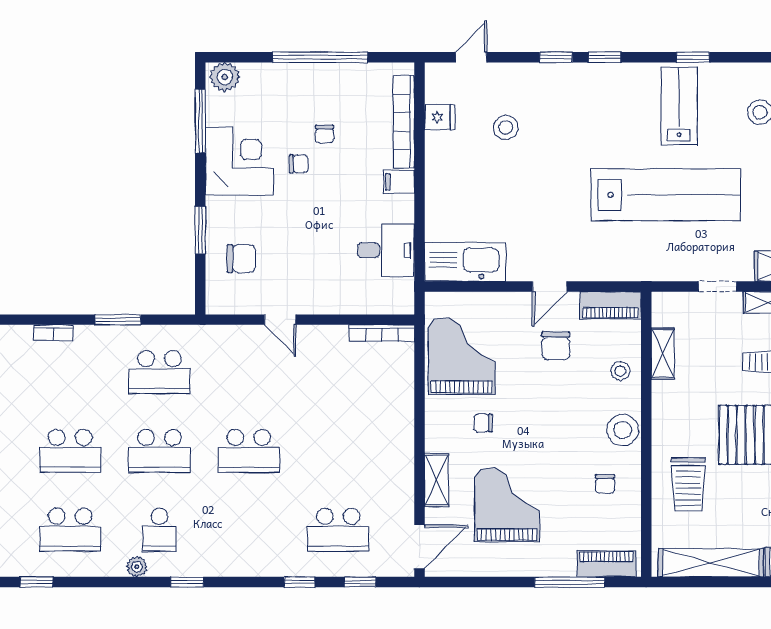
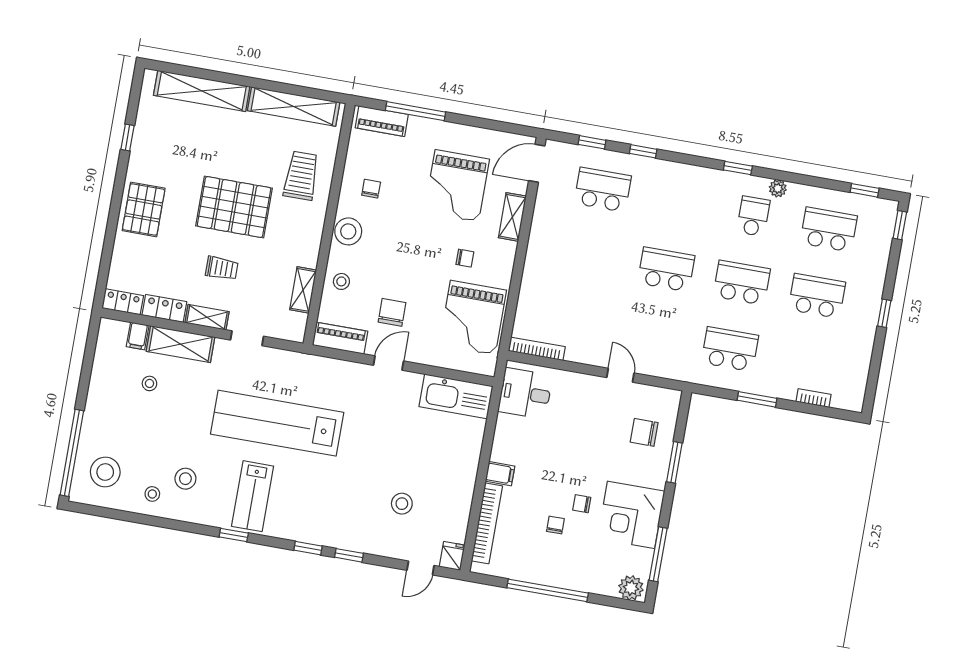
fridge: (440, 117) -> (452, 556), moved, turned 90
desk: (386, 250) -> (525, 393), moved

